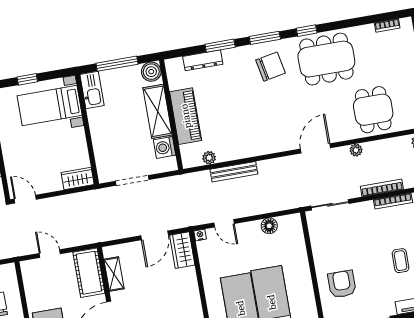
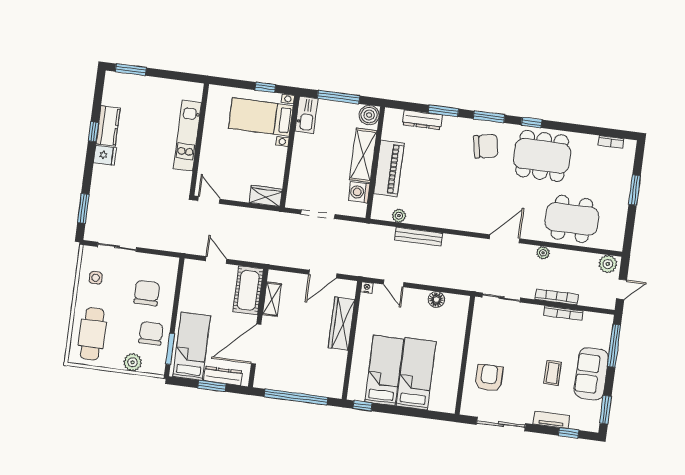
window: (27, 79) -> (265, 87), moved
dining table: (373, 110) -> (572, 219), width x1.38
wardrobe: (182, 250) -> (342, 324), moved, width x1.50

